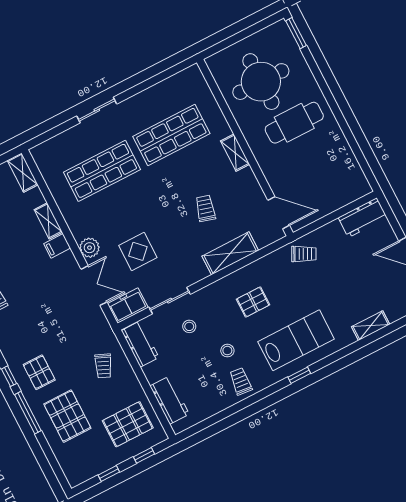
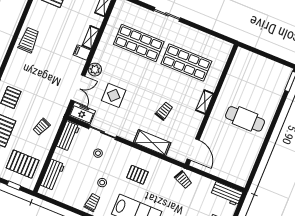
round table: (261, 82) -> (251, 85), removed

